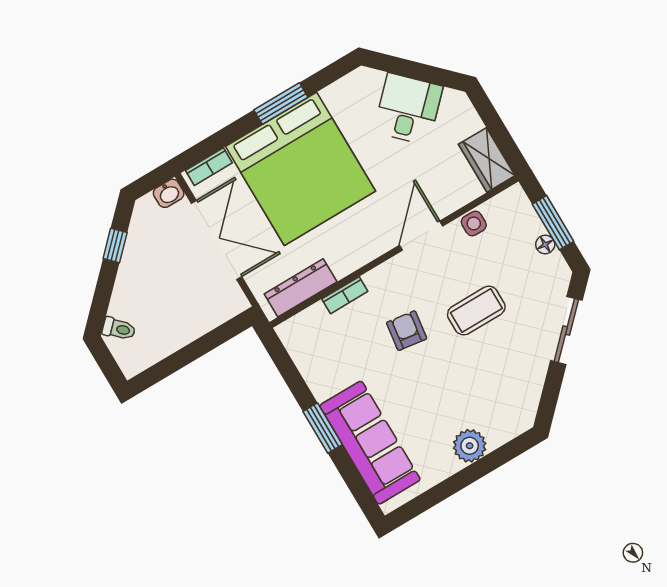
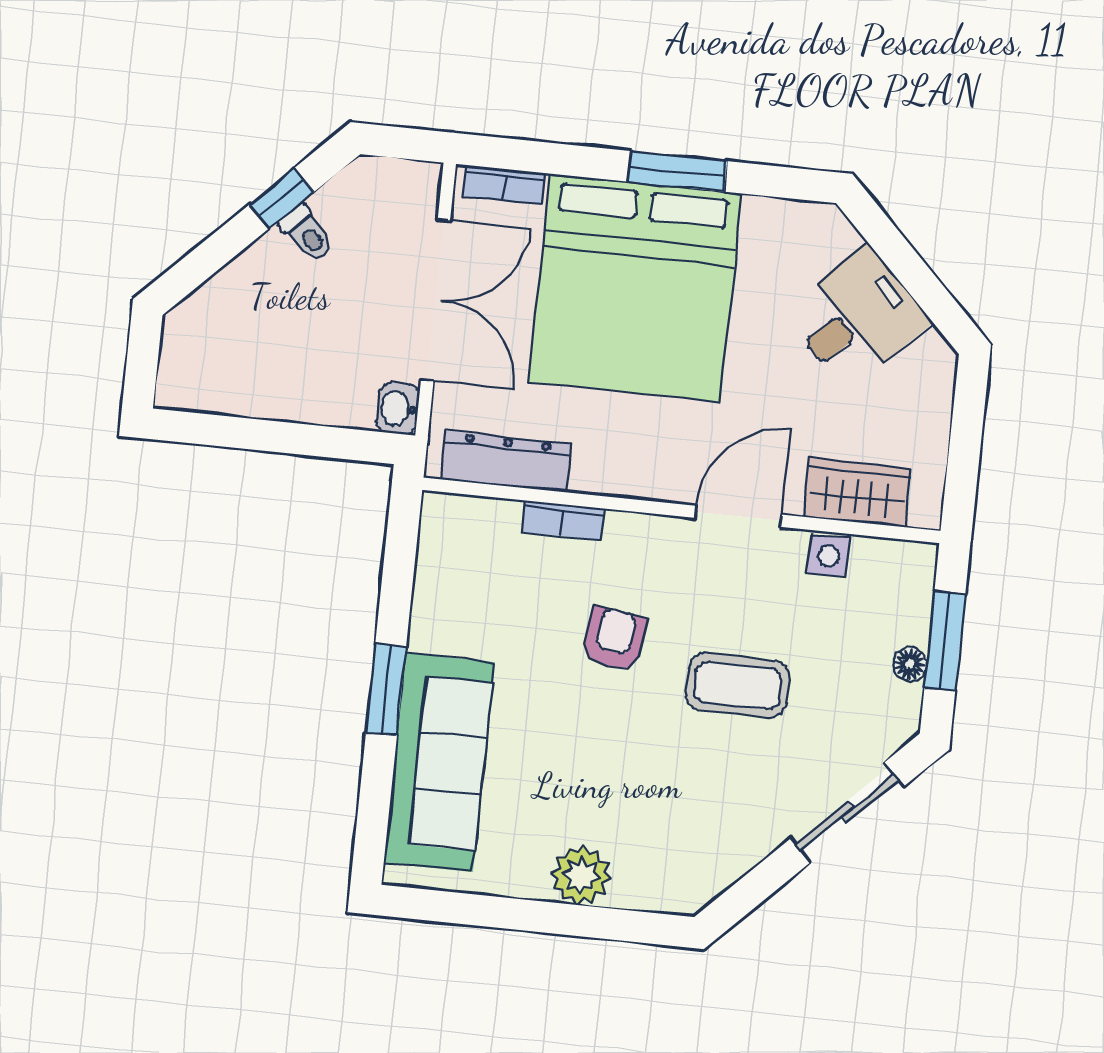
wardrobe: (487, 160) -> (857, 493), moved, turned 90
washbasin: (169, 193) -> (398, 408), moved, turned 90
toilet: (119, 329) -> (307, 234), moved

